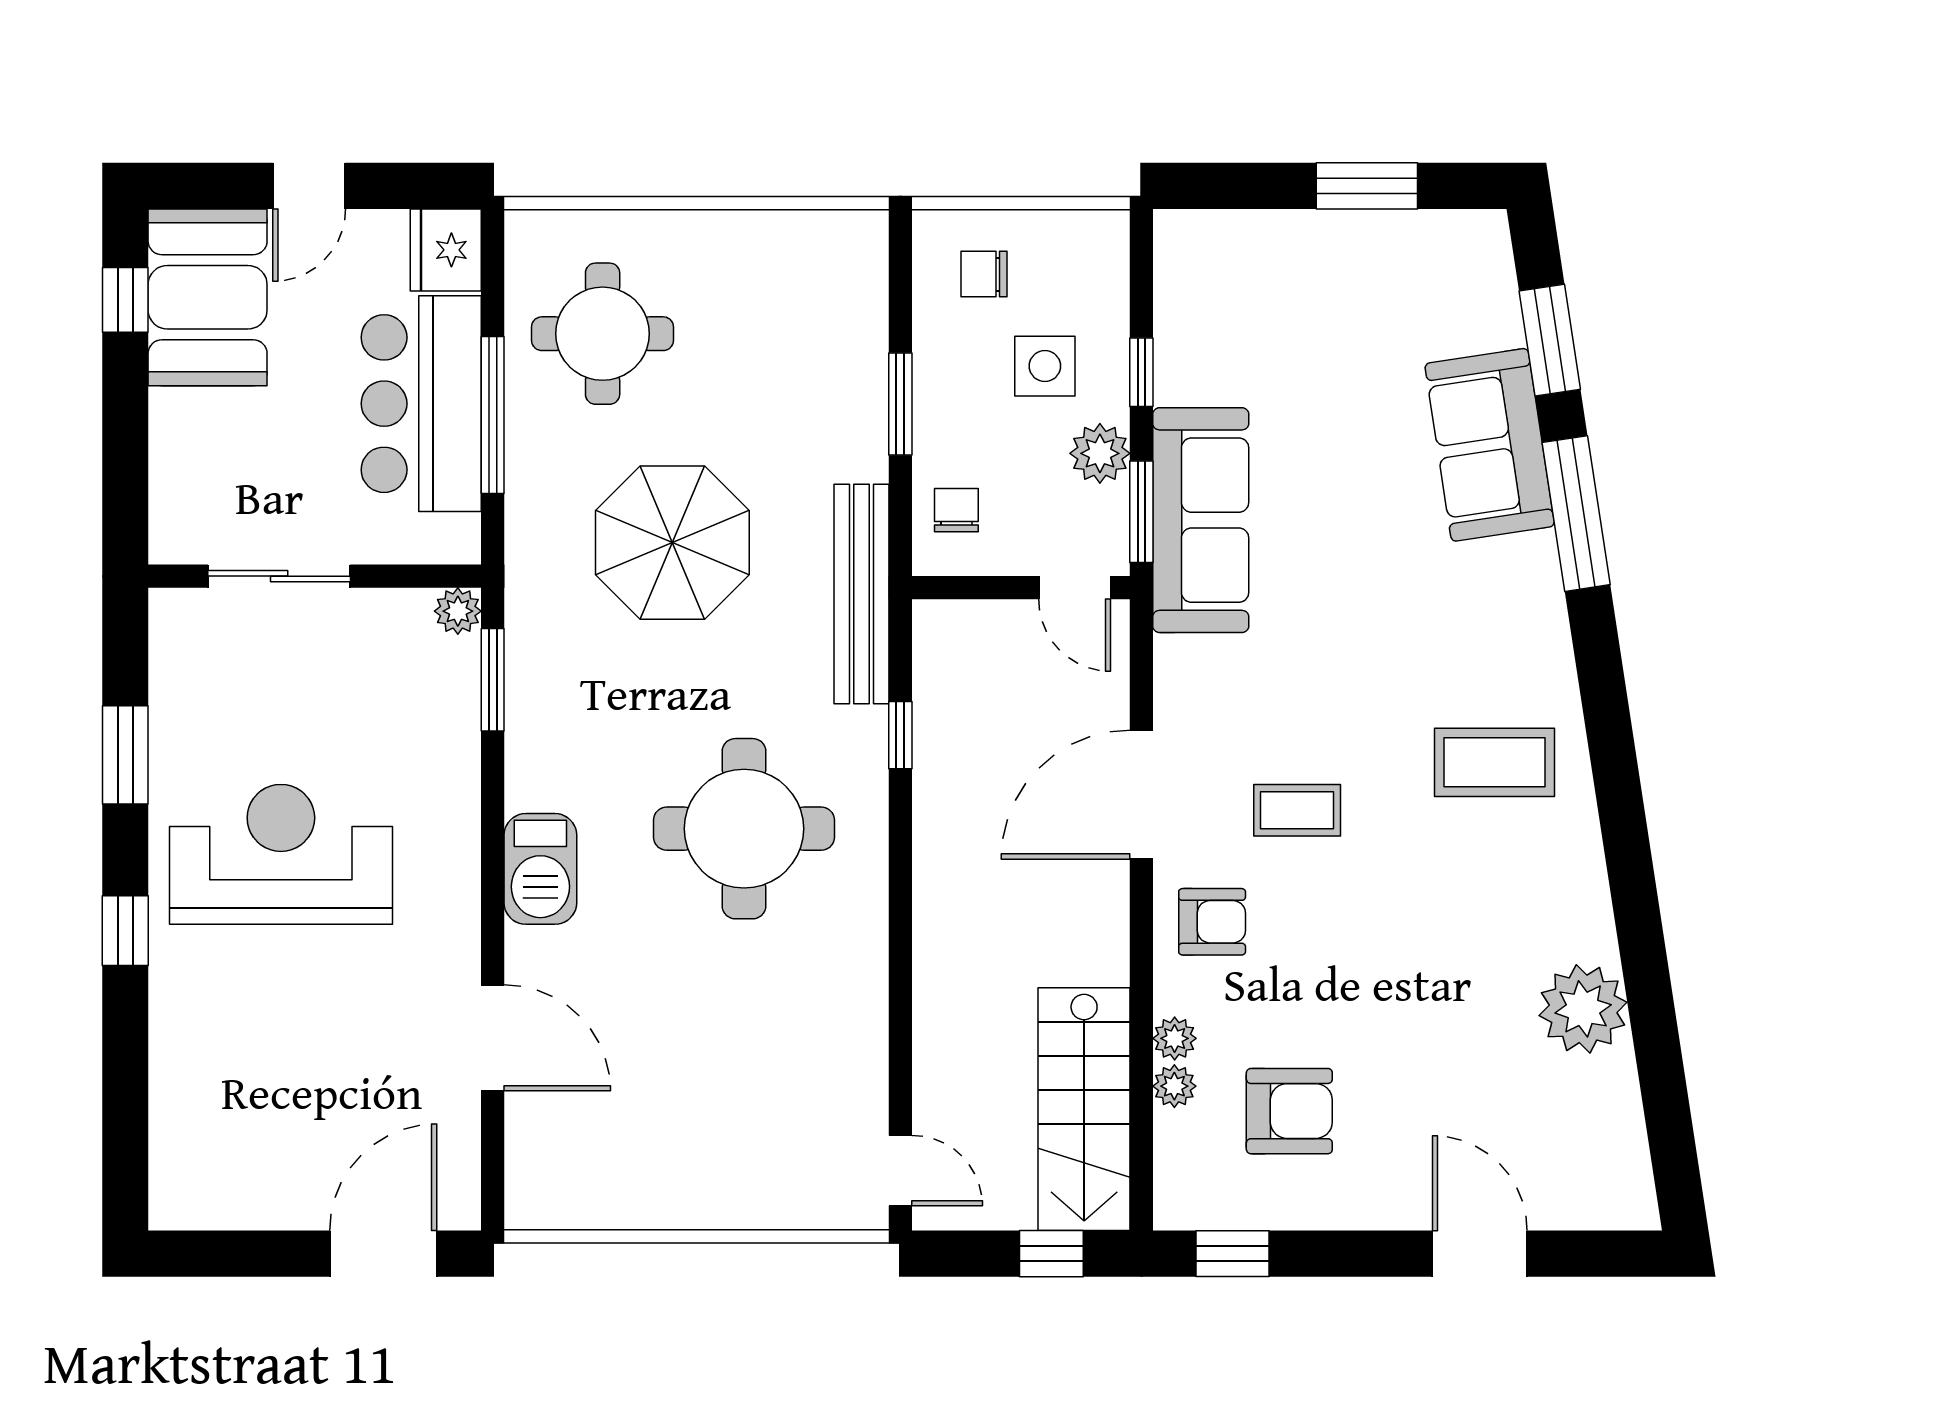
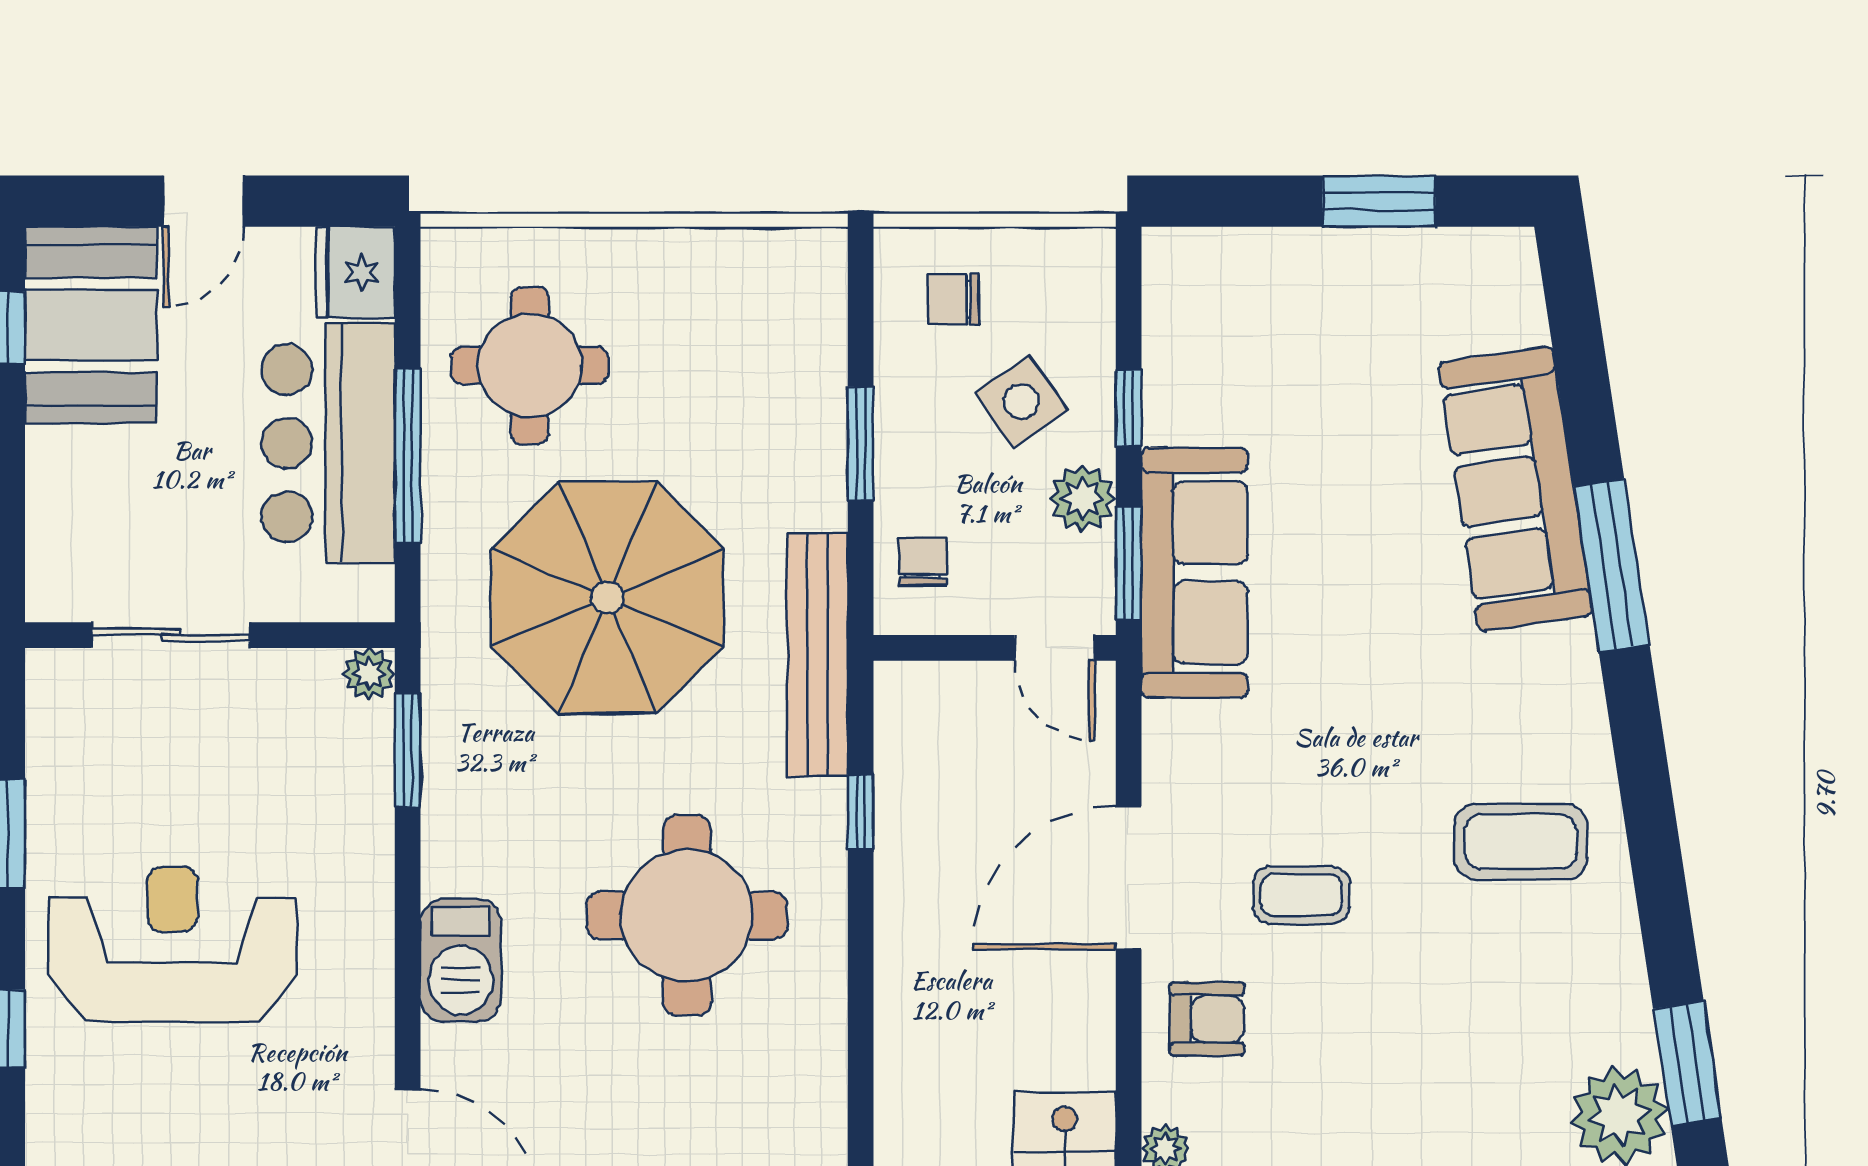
window: (1550, 340) -> (1687, 1063), moved
side table: (1045, 366) -> (1021, 401), turned -35
sofa: (1490, 445) -> (1515, 489), width x1.36
parasol: (672, 543) -> (607, 598), width x1.36, depth x1.36

